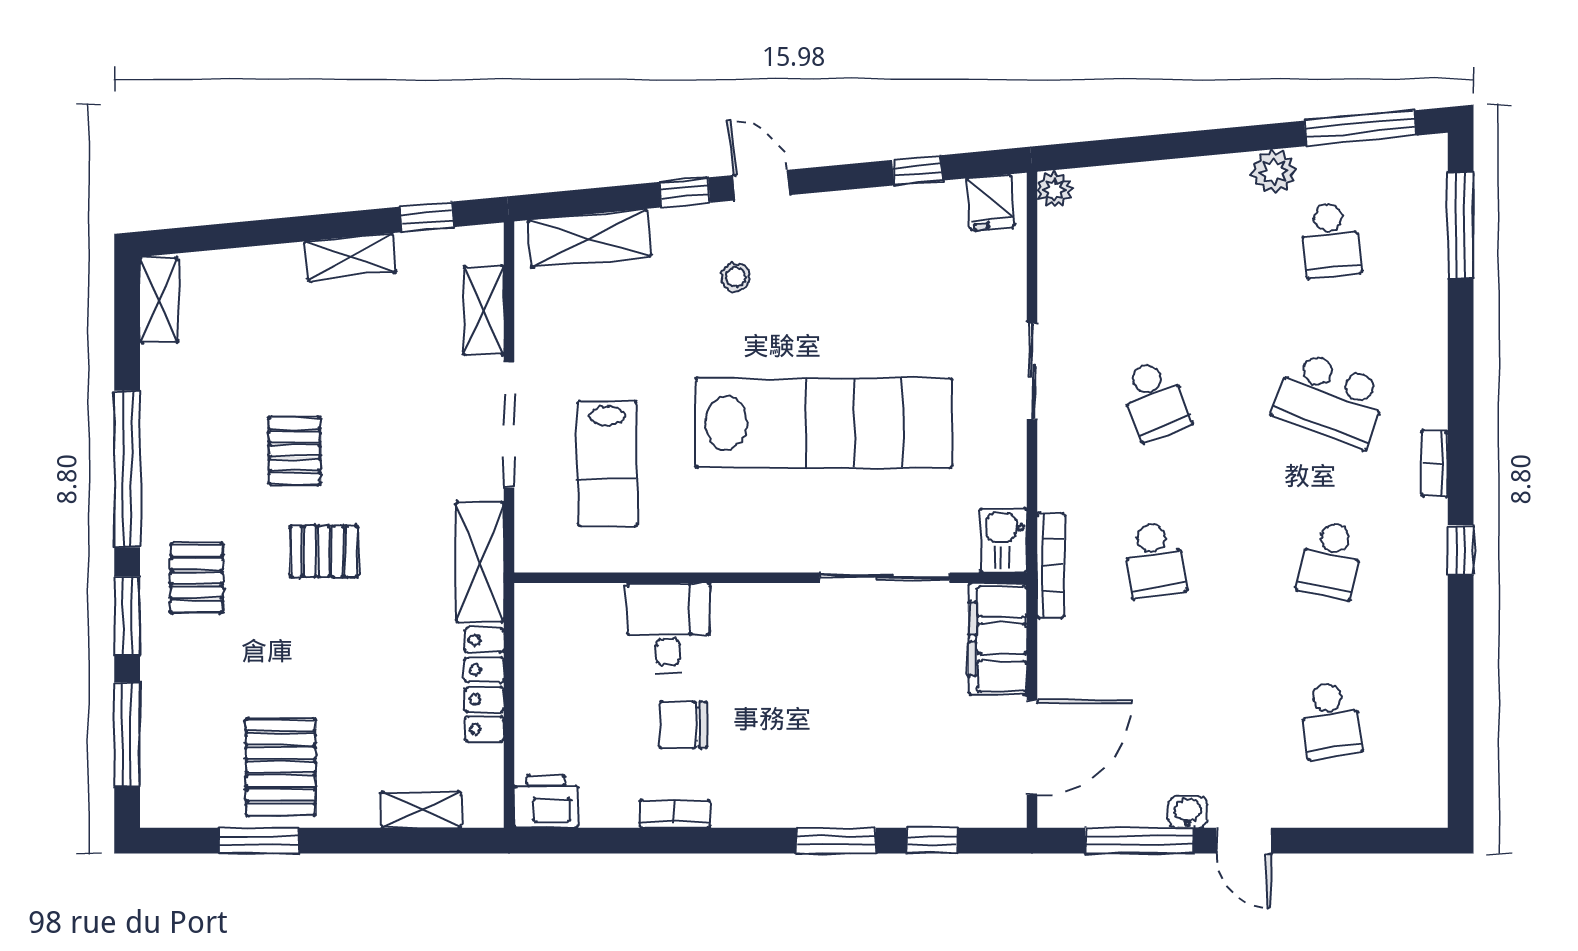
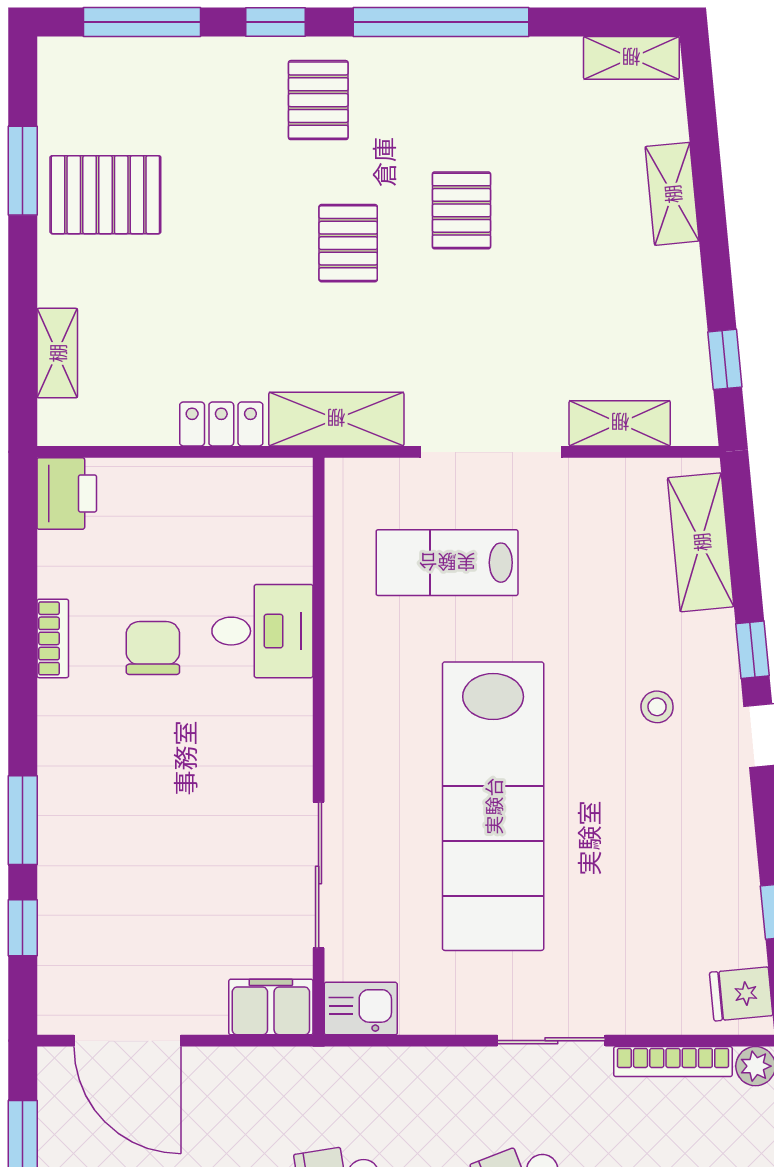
shelving: (350, 257) -> (672, 194), moved
pallet: (295, 451) -> (461, 210), turned 90
bookcase: (1051, 565) -> (673, 1062), moved
pallet: (197, 578) -> (318, 100), turned 90
window: (127, 616) -> (275, 22), width x0.67
filing cabinet: (998, 639) -> (271, 1007), width x0.67, depth x0.86
locker: (484, 685) -> (221, 424), width x0.66

